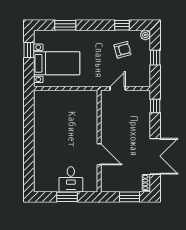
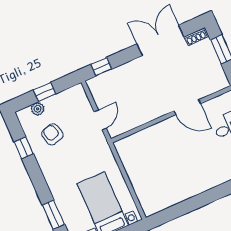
plant: (145, 35) -> (38, 109), moved
door: (118, 88) -> (100, 120), swing flipped
door: (99, 154) -> (187, 107), swing flipped

